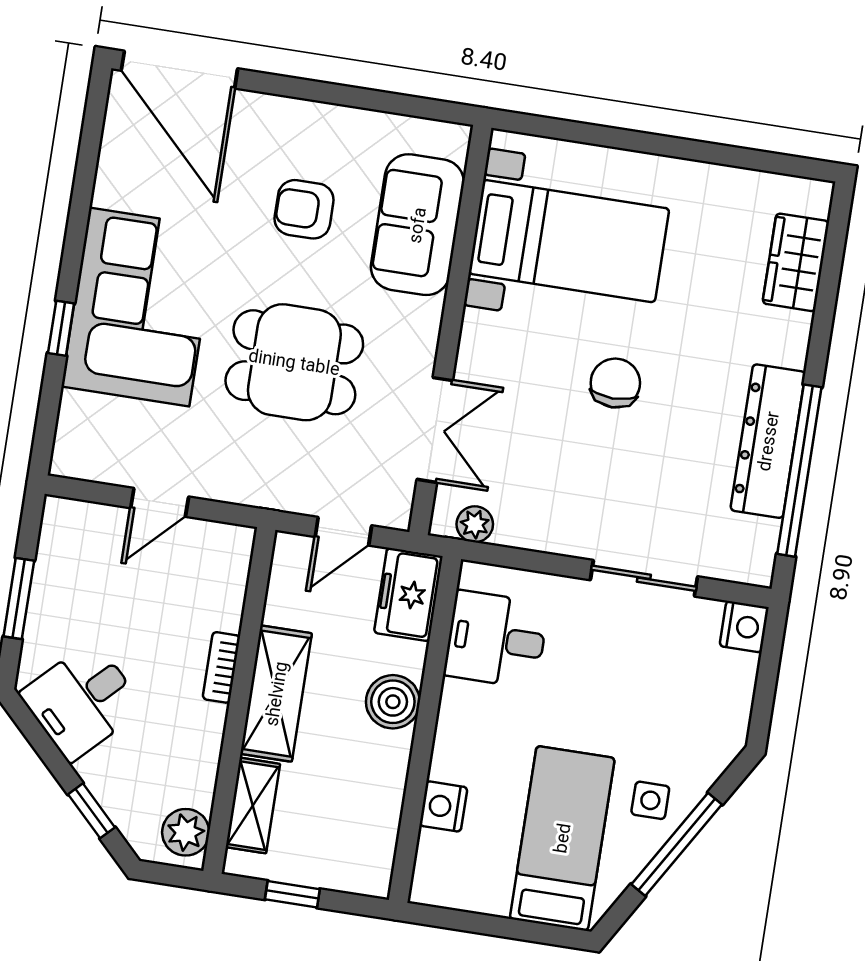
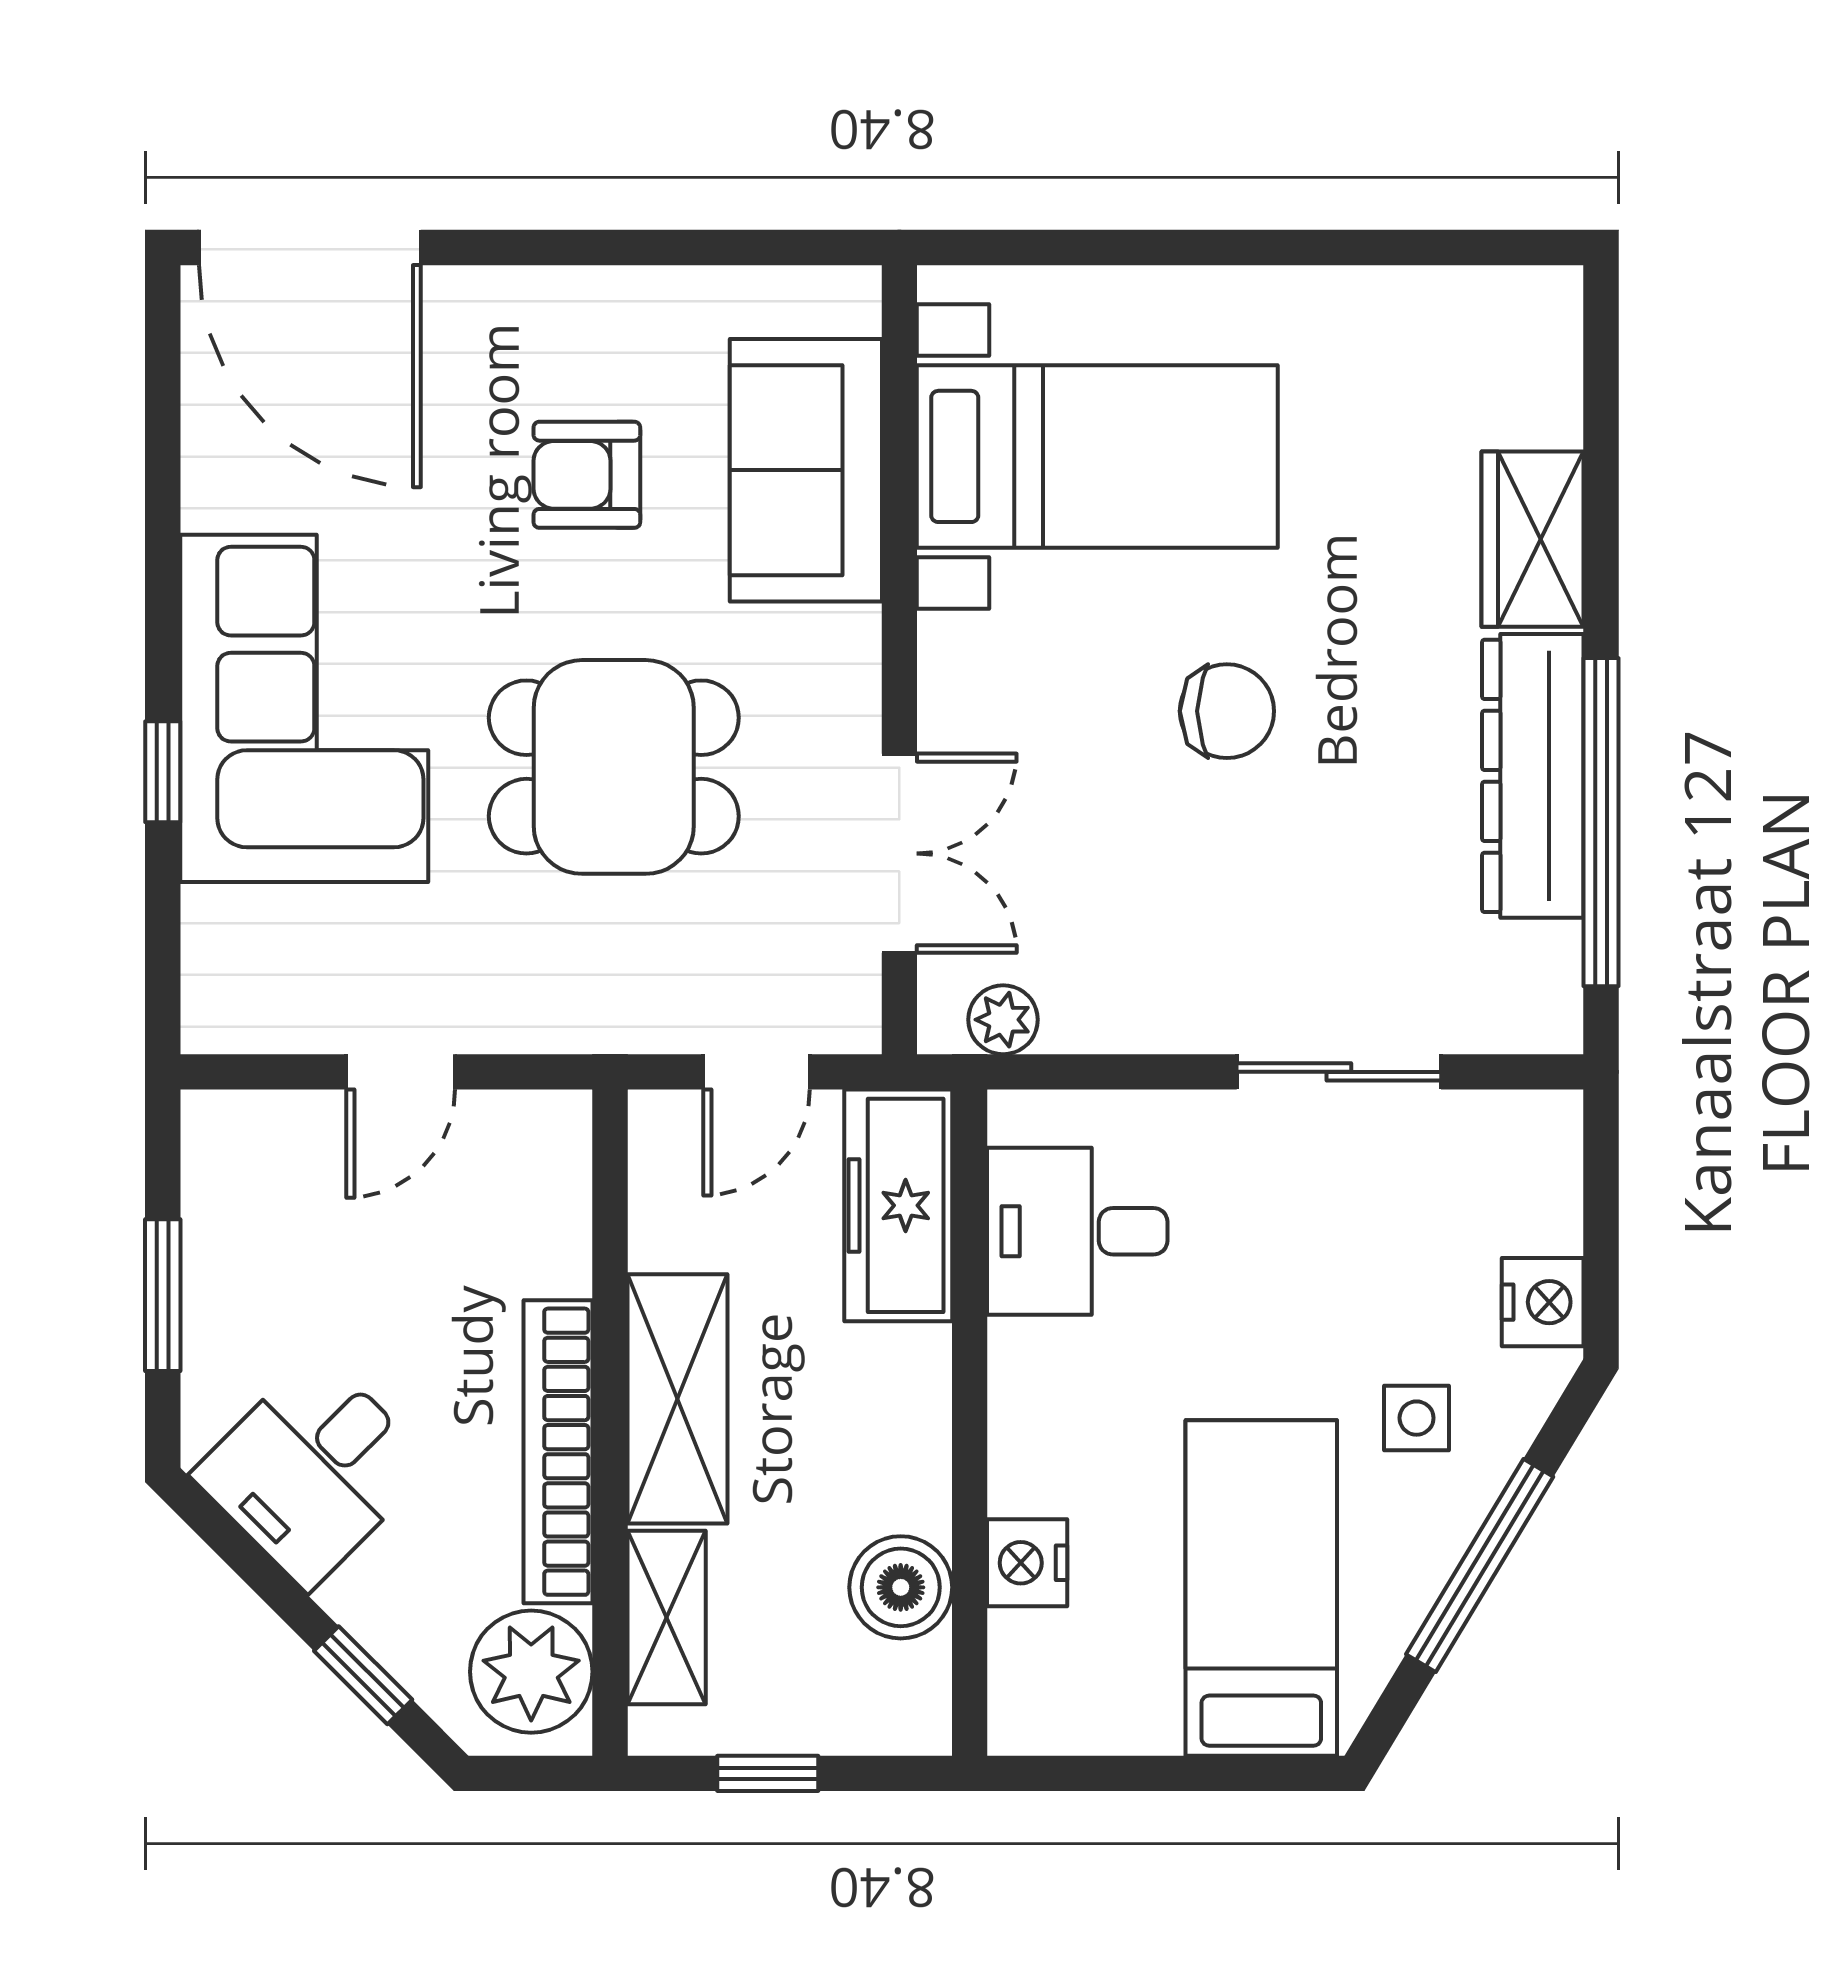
wardrobe: (796, 262) -> (1533, 539), moved
chair: (615, 383) -> (1227, 711), turned 90
freezer: (408, 594) -> (898, 1205), width x1.40
nightstand: (744, 627) -> (1543, 1302), moved
bookcase: (221, 667) -> (558, 1452), width x2.31, depth x1.31
boiler: (393, 702) -> (901, 1587), moved
side table: (650, 800) -> (1417, 1418), moved
plant: (186, 832) -> (531, 1672), width x1.36, depth x1.36

